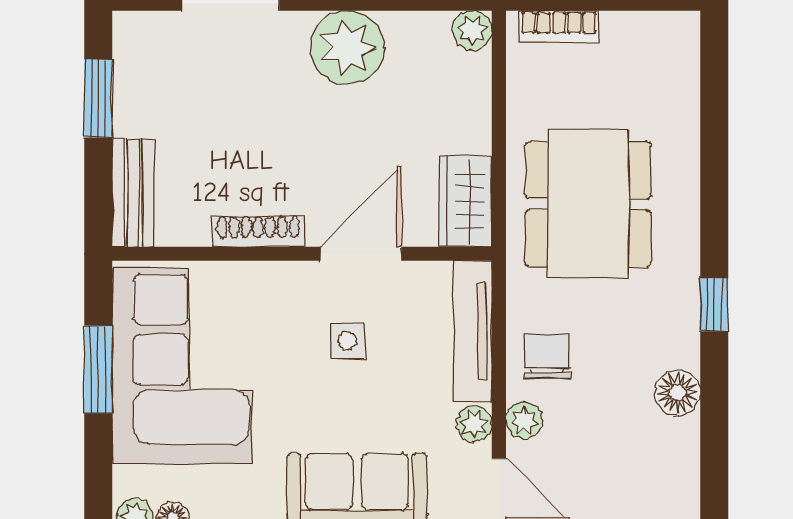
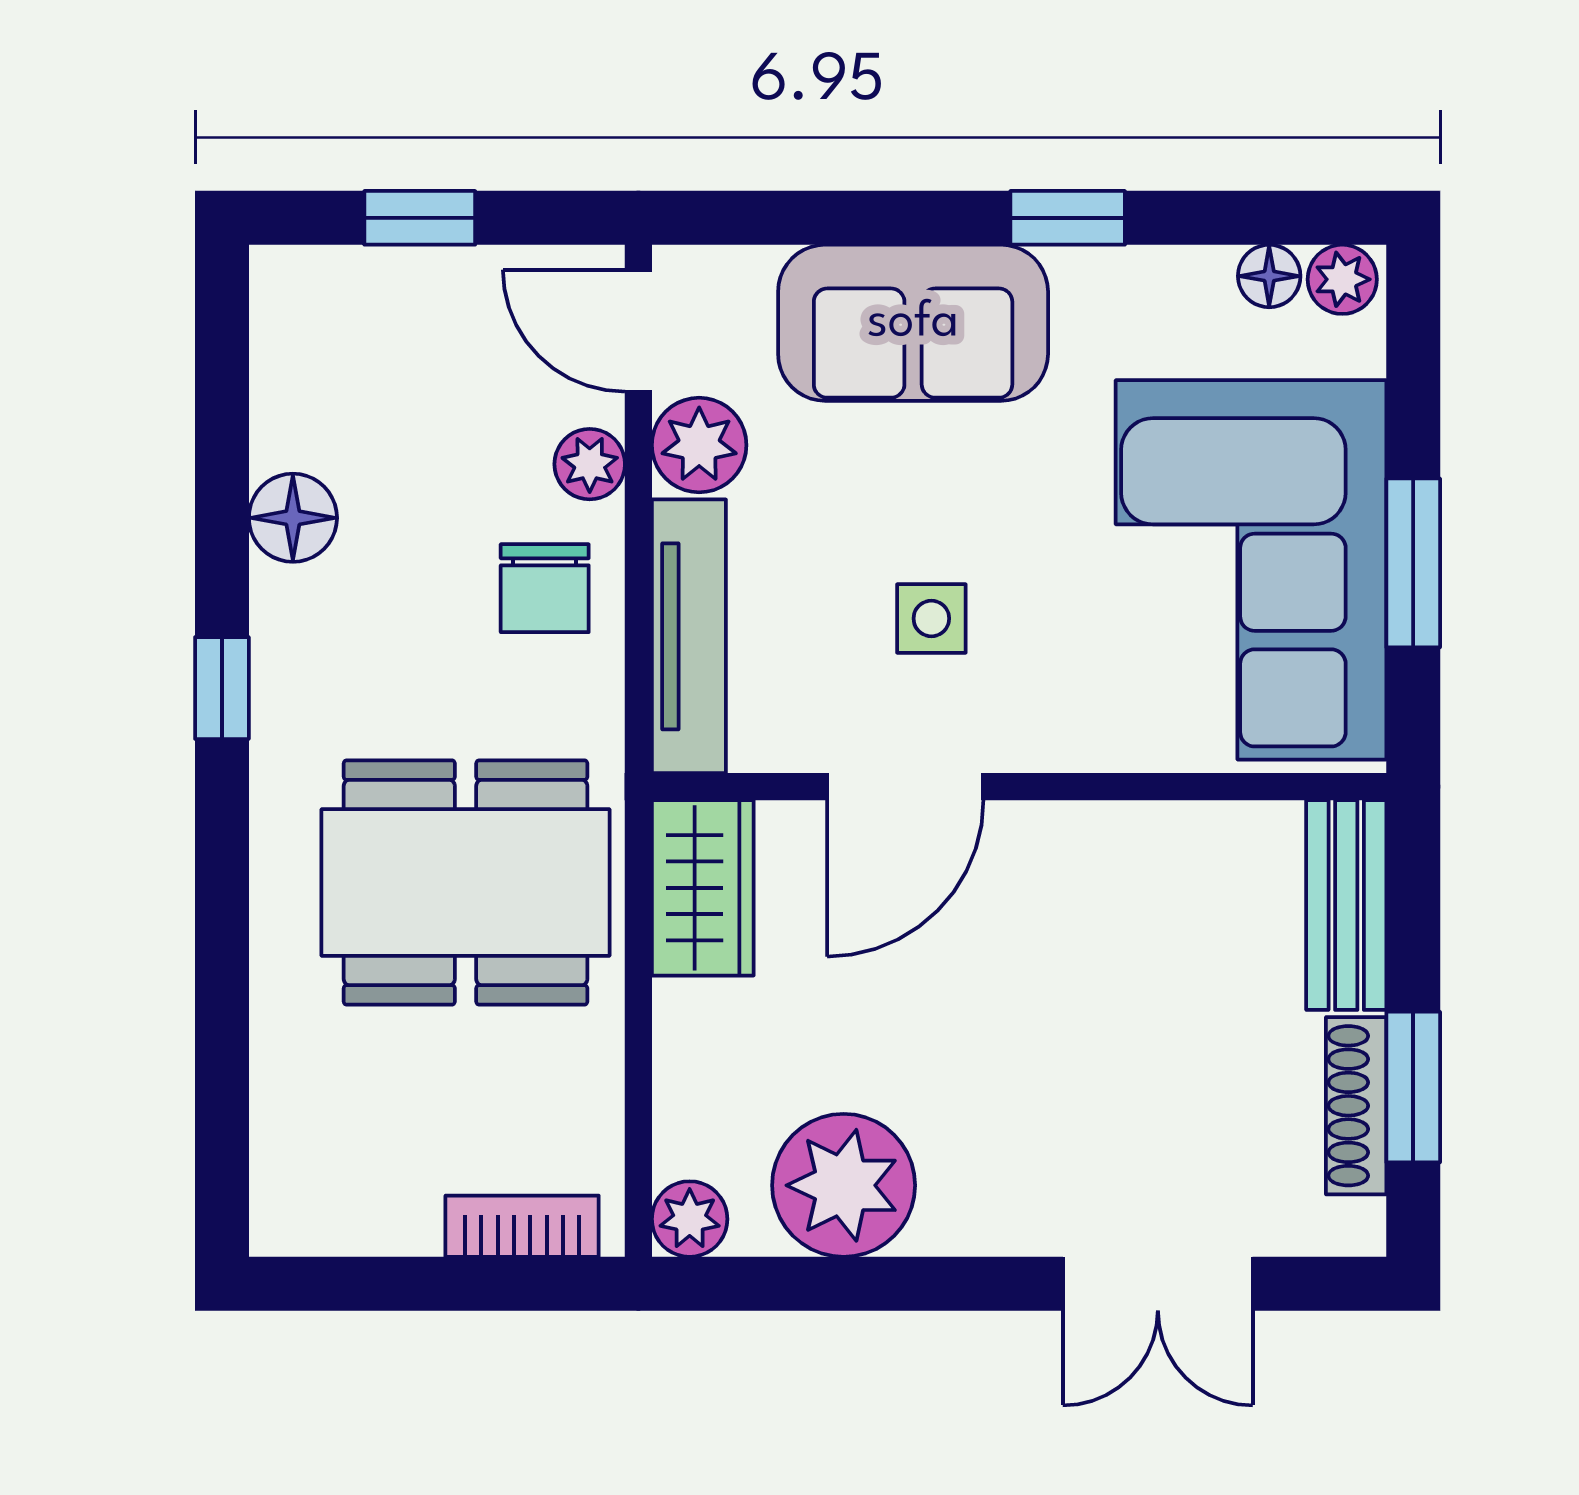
plant: (347, 48) -> (844, 1185), moved
dining table: (588, 204) -> (466, 883), turned 90
shoe rack: (258, 231) -> (1356, 1106), moved, turned 90
plant: (474, 424) -> (699, 445), width x1.38, depth x1.38

